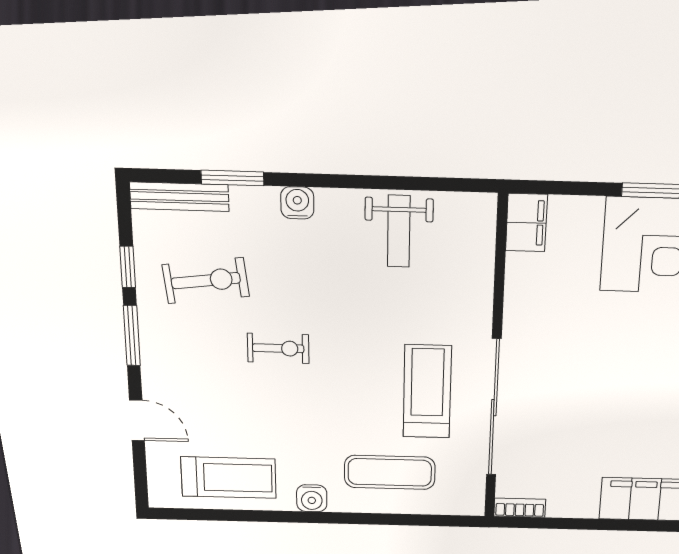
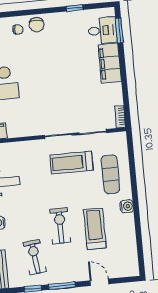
exercise bike: (278, 348) -> (60, 226), width x1.38, depth x1.39
door: (137, 420) -> (100, 282), hinge flipped
treadmill: (229, 478) -> (95, 229), moved

